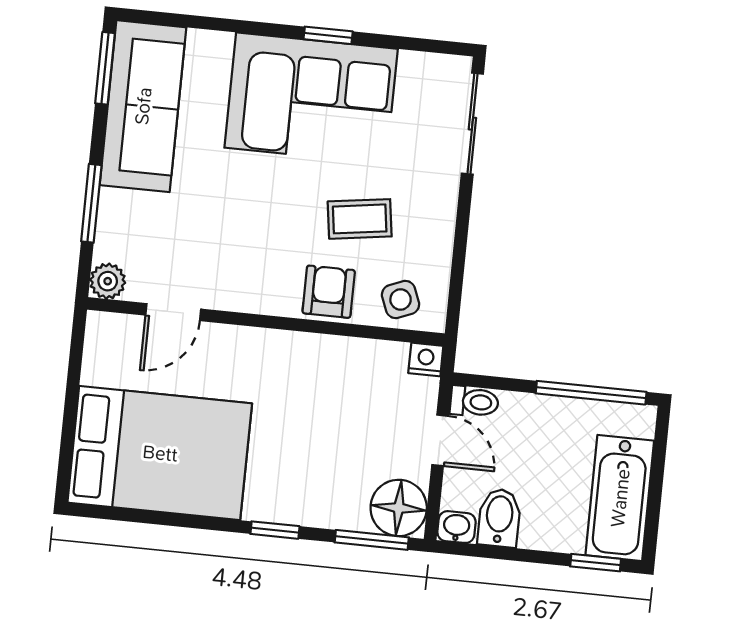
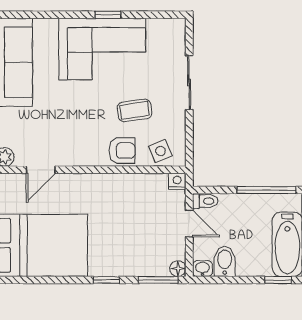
sliding door: (472, 124) -> (189, 82), moved
armchair: (329, 292) -> (122, 151), turned 90
floor lamp: (399, 508) -> (178, 269), width x0.53, depth x0.53

